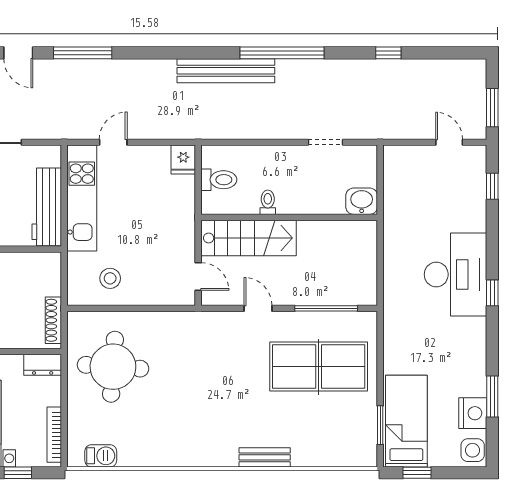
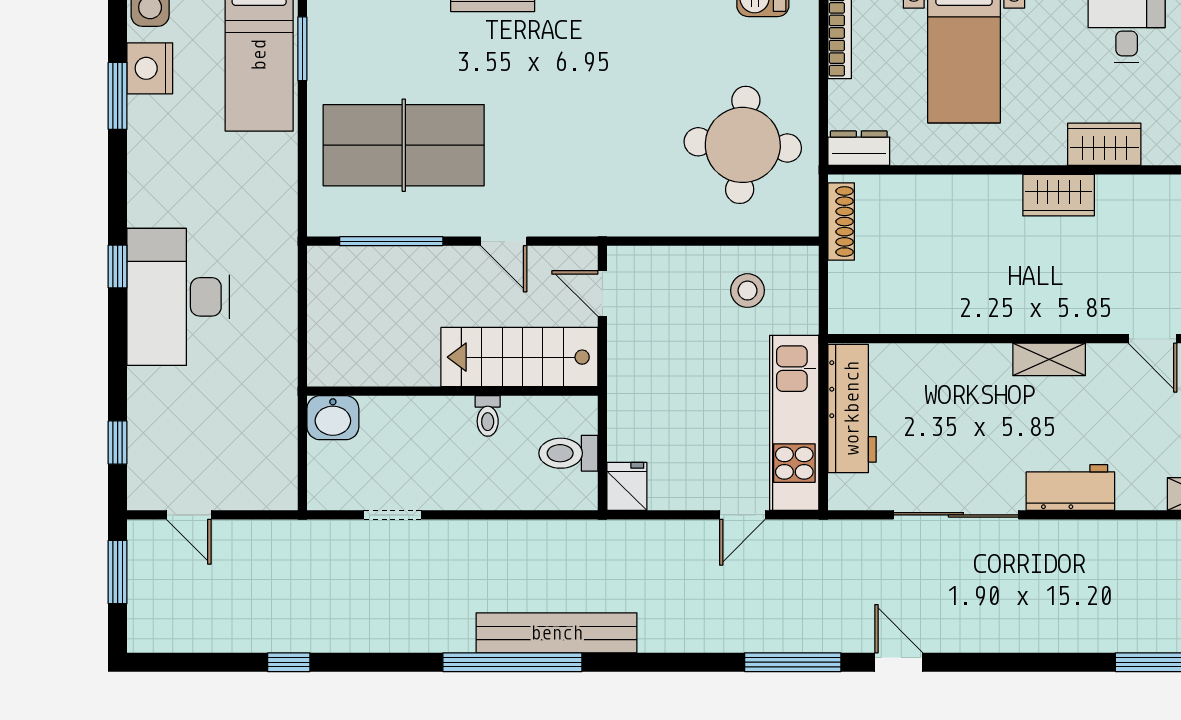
window: (282, 53) -> (512, 662), moved

